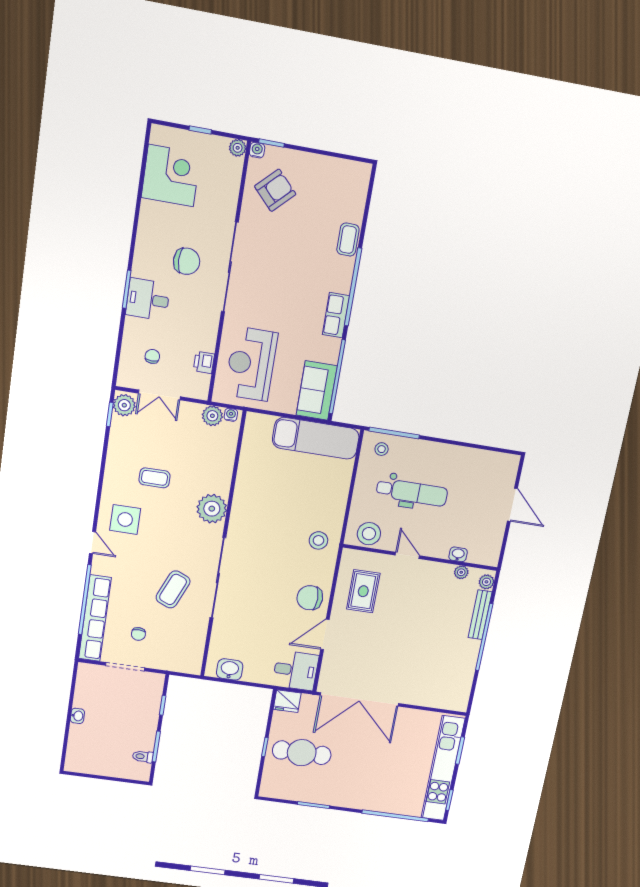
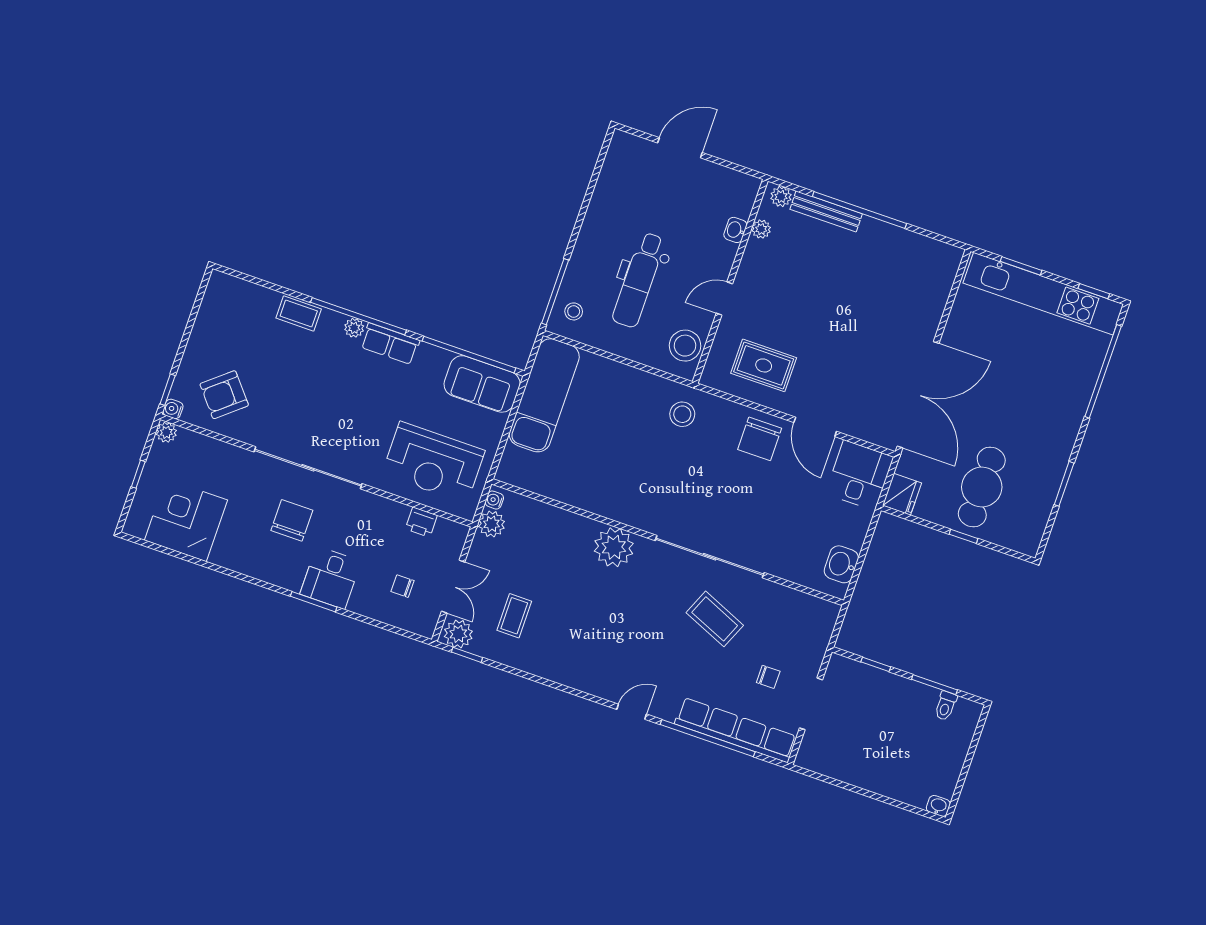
armchair: (275, 190) -> (224, 395), turned -86
plant: (344, 285) -> (354, 328), added
coffee table: (154, 478) -> (514, 616), moved
dental chair: (412, 492) -> (639, 280), turned 180
side table: (125, 519) -> (608, 663), removed
washbasin: (77, 716) -> (938, 806), moved

